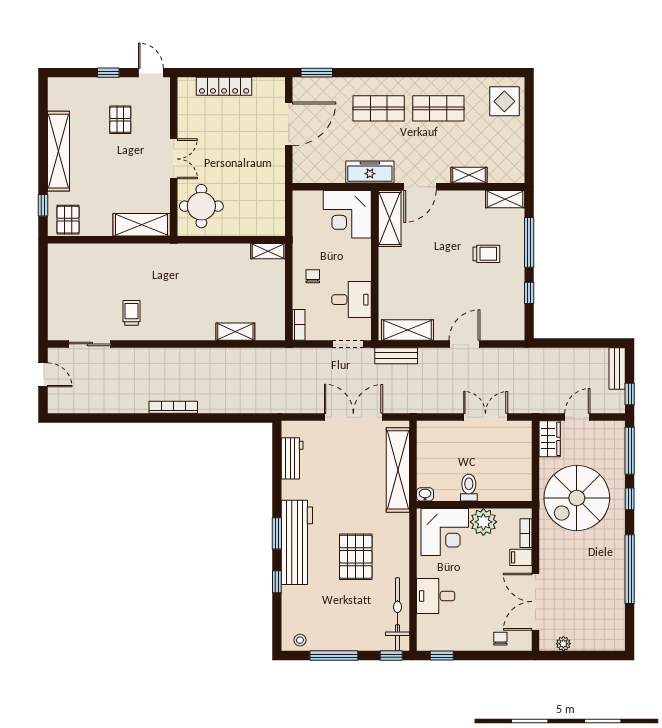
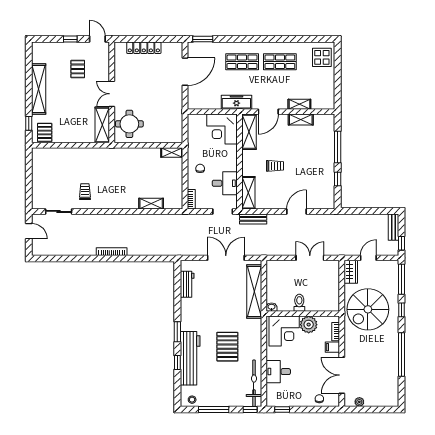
double door: (174, 159) -> (112, 94), swing flipped
shelving: (505, 199) -> (301, 119), moved
shelving: (142, 225) -> (102, 125), moved, turned 90
trolley: (486, 254) -> (275, 166), moved
shelving: (408, 330) -> (248, 193), moved, turned 90
workbench: (297, 542) -> (190, 358), moved

